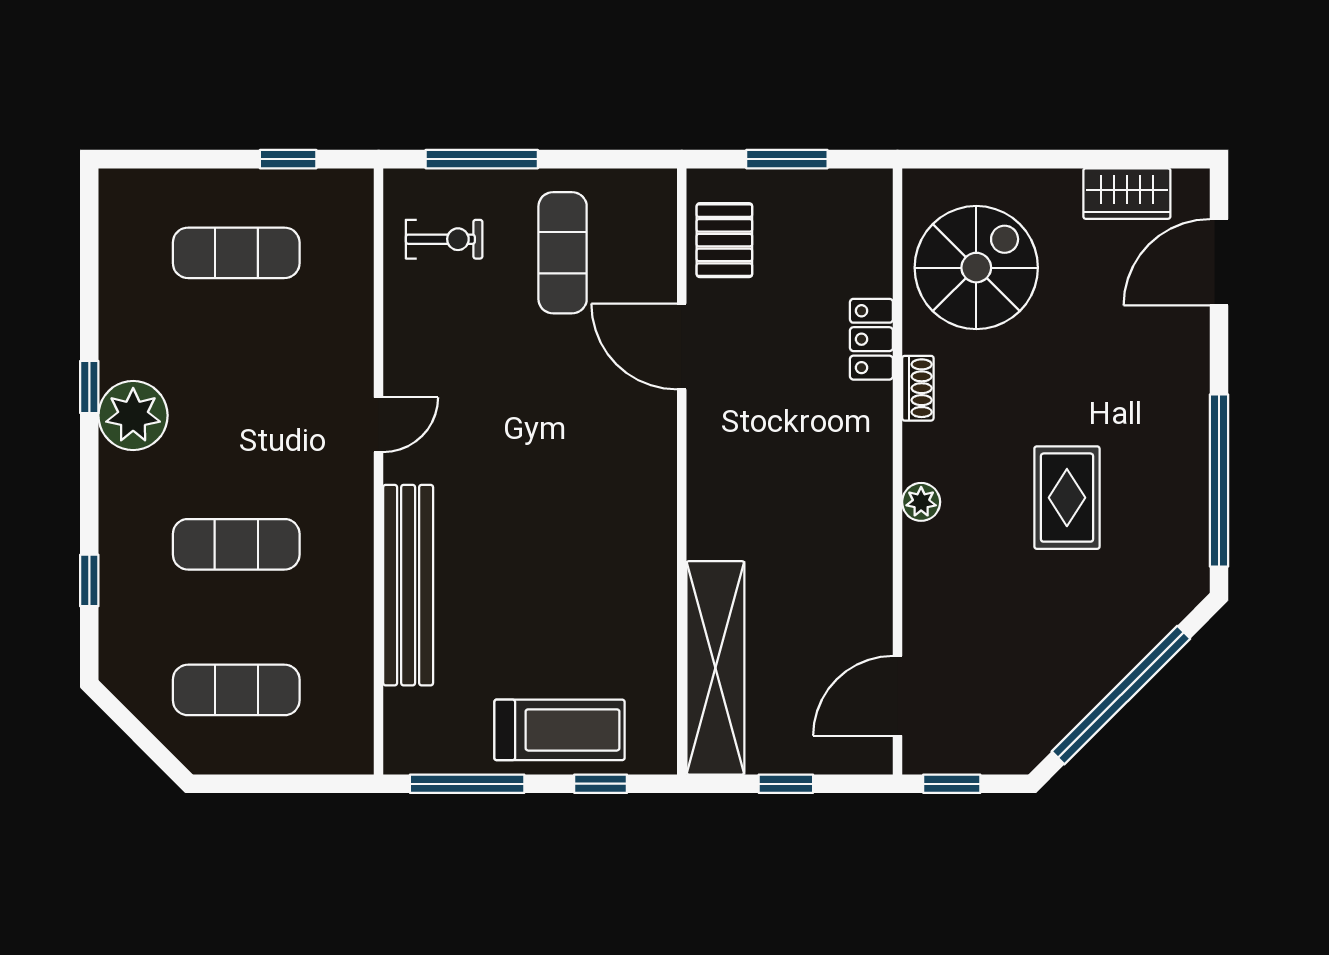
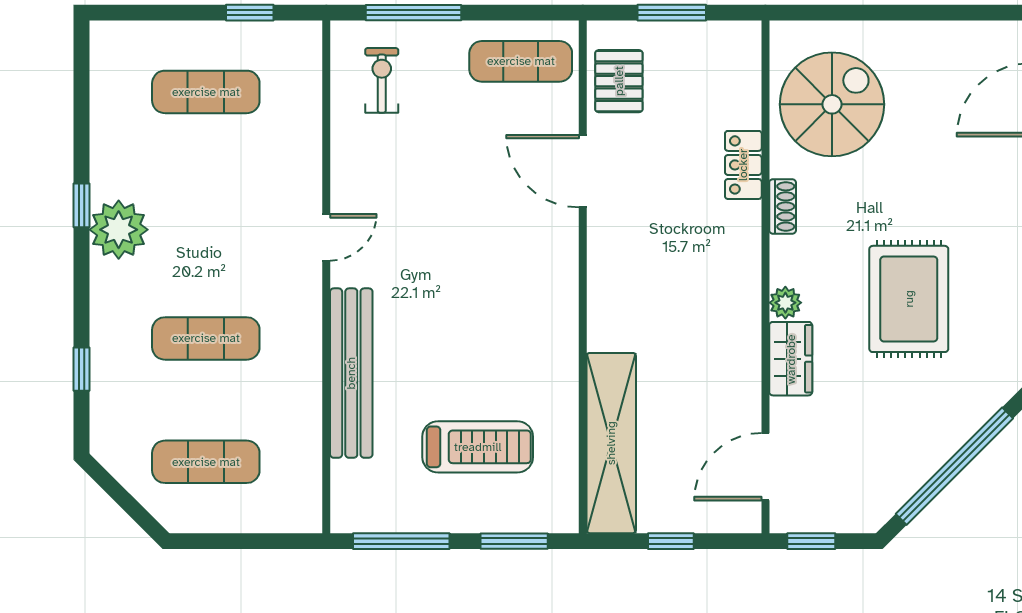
wardrobe: (1127, 194) -> (791, 359), moved, turned -90
exercise bike: (444, 239) -> (382, 80), turned -90
exercise mat: (563, 253) -> (521, 61), moved, turned 90
rug: (1067, 498) -> (909, 299), width x1.36, depth x1.43
treadmill: (559, 730) -> (478, 447), moved
window: (601, 784) -> (514, 541), width x1.50

